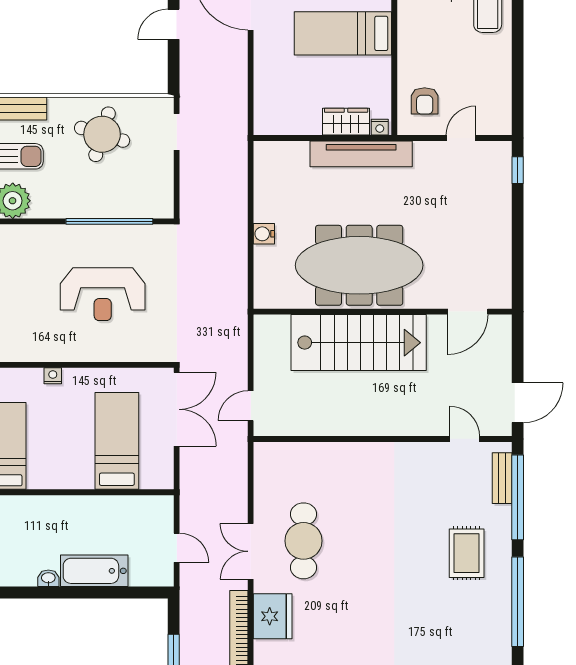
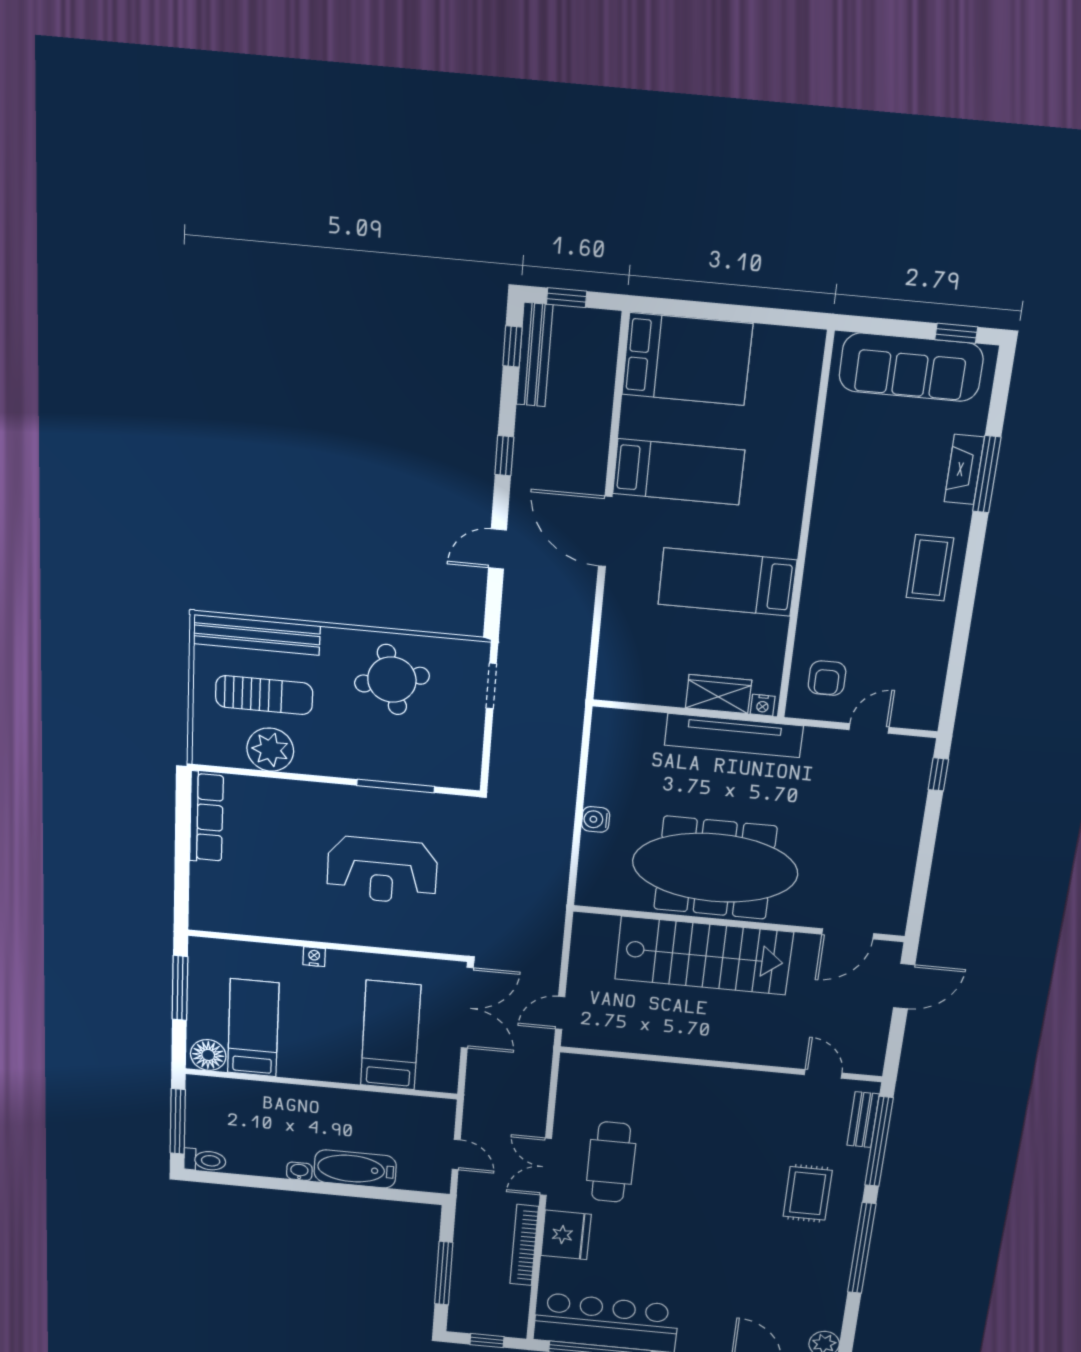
round table: (102, 134) -> (392, 680), turned -31
window: (109, 221) -> (396, 786), width x0.68
door: (518, 403) -> (904, 986), moved

